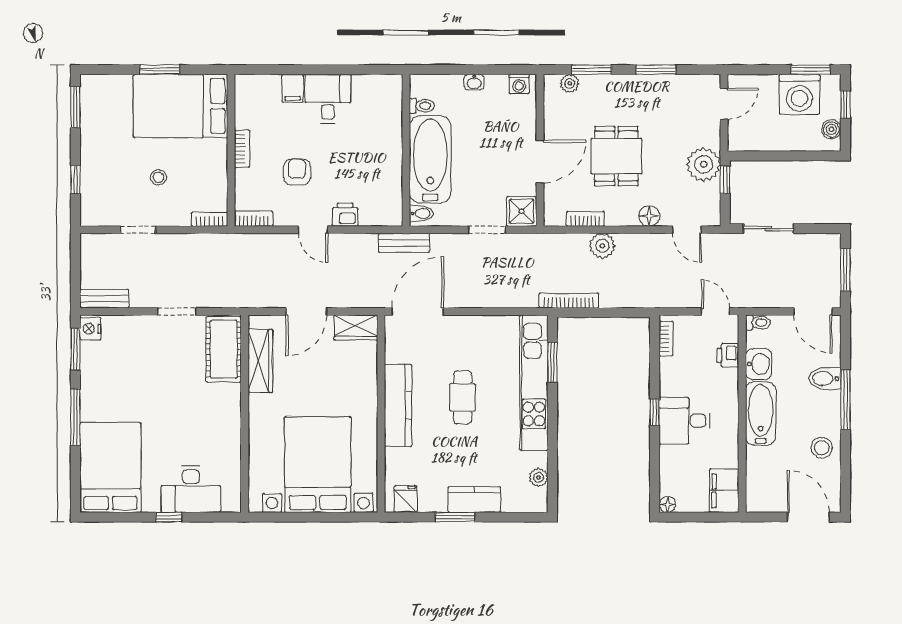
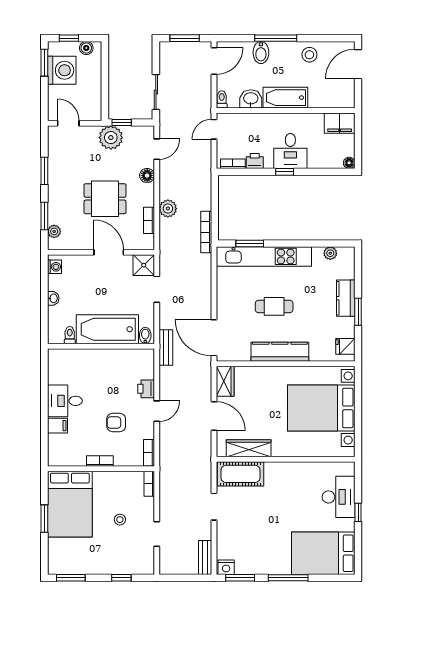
printer: (728, 355) -> (255, 161), moved, turned 180

